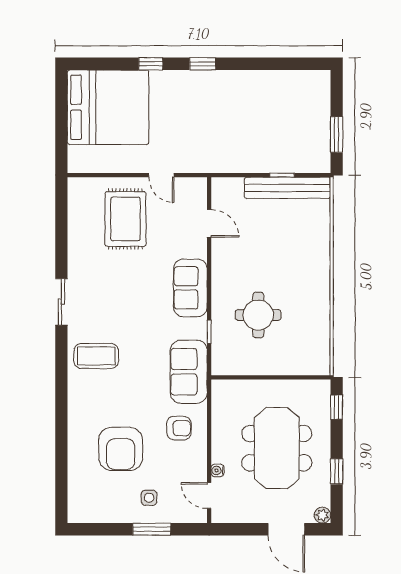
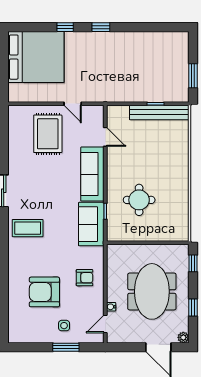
sofa: (190, 288) -> (92, 174), width x1.36
sofa: (189, 372) -> (91, 224), moved
armchair: (121, 449) -> (44, 292), turned 90
door: (209, 496) -> (105, 324), hinge flipped

